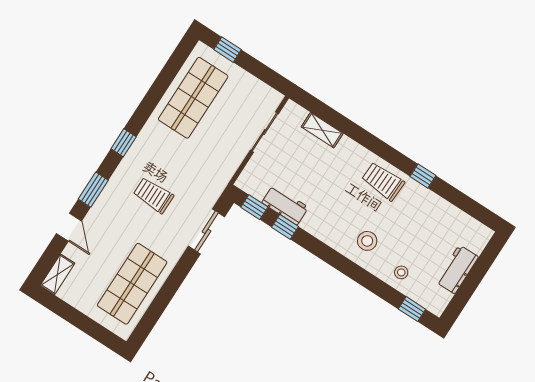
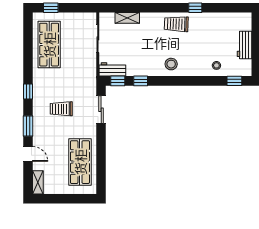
workbench: (285, 205) -> (112, 69), moved
stool: (367, 241) -> (171, 64), moved

